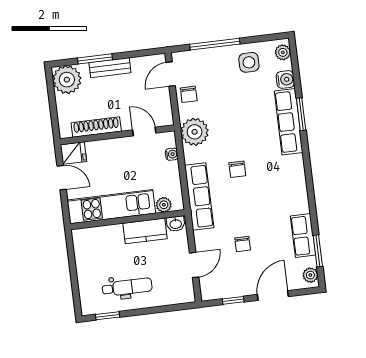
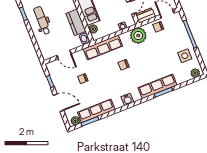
water cooler: (285, 79) -> (127, 99), moved
dresser: (164, 111) -> (145, 15), added
row of seats: (303, 236) -> (96, 111), width x1.48
dental chair: (127, 287) -> (42, 20), turned 180

